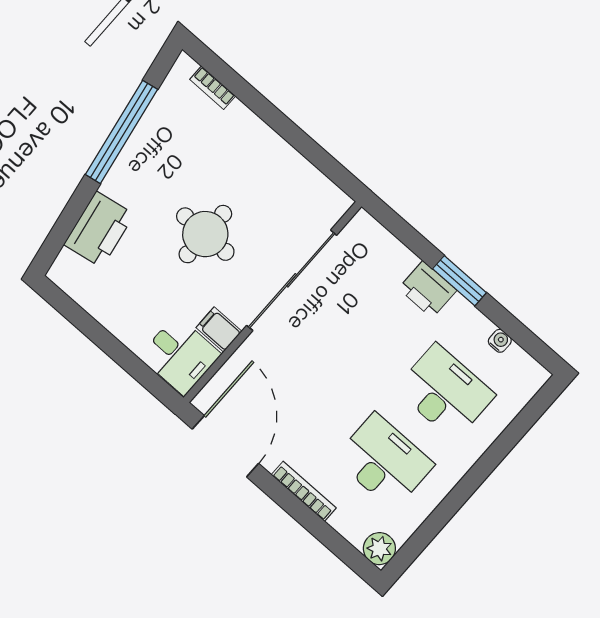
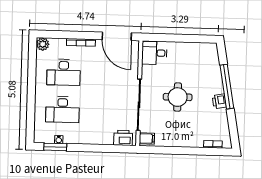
window: (121, 132) -> (227, 87), moved
printer: (99, 229) -> (219, 101), moved, width x0.53, depth x0.68
window: (460, 281) -> (55, 147), moved
printer: (428, 289) -> (123, 138), moved
filing cabinet: (219, 329) -> (147, 139), moved

